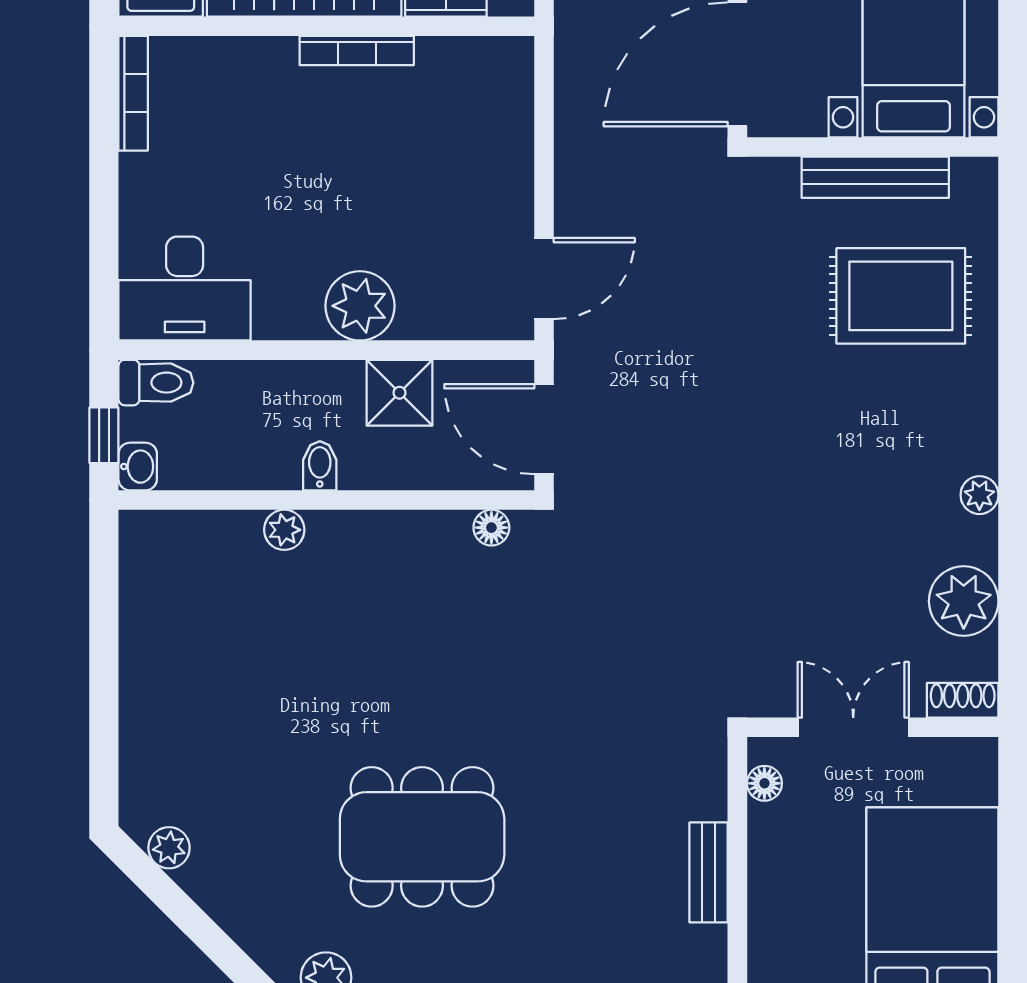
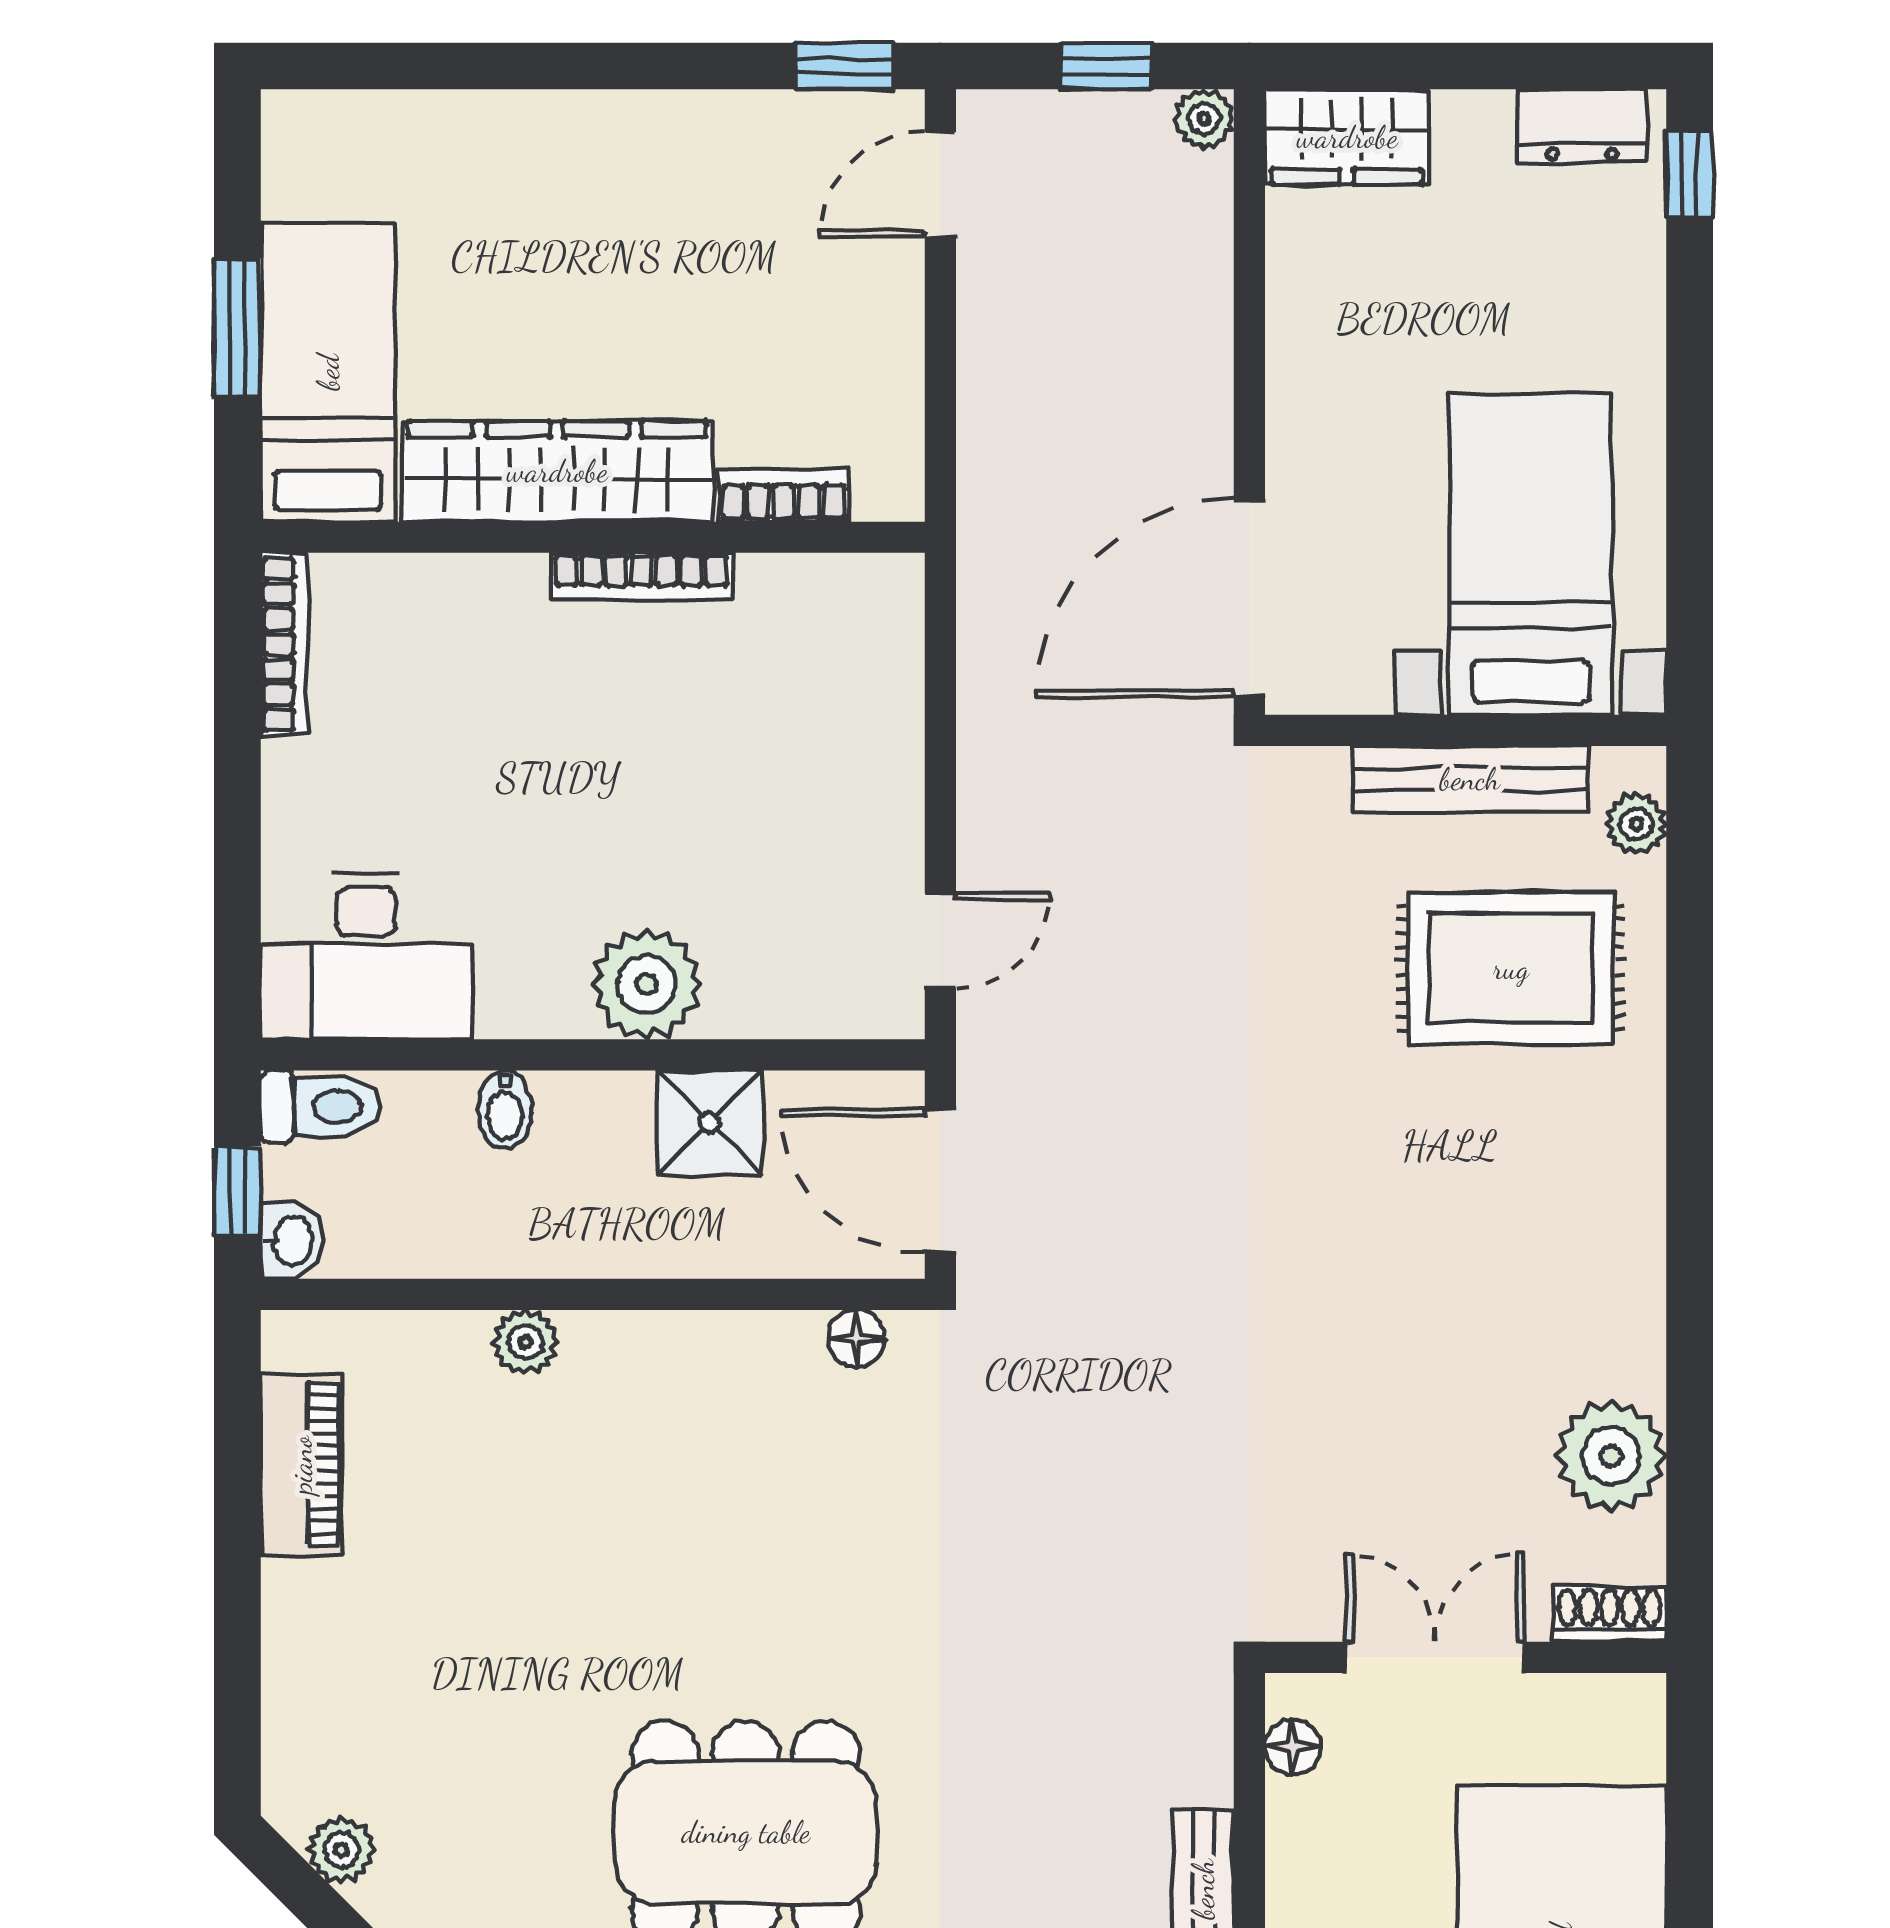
door: (544, 279) -> (940, 941), width x0.73
bidet: (320, 466) -> (505, 1110), moved, turned 180
plant: (979, 495) -> (1636, 824), moved
piano: (144, 607) -> (301, 1465), added

